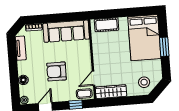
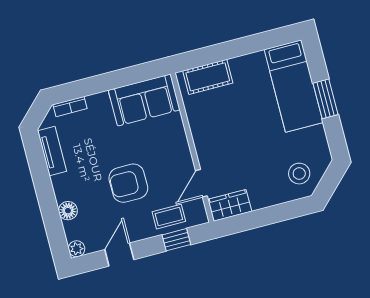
sofa: (66, 31) -> (144, 100), width x0.73
bed: (144, 38) -> (294, 86), width x0.67
wardrobe: (111, 92) -> (230, 205), width x0.67
coffee table: (84, 94) -> (169, 217), moved

